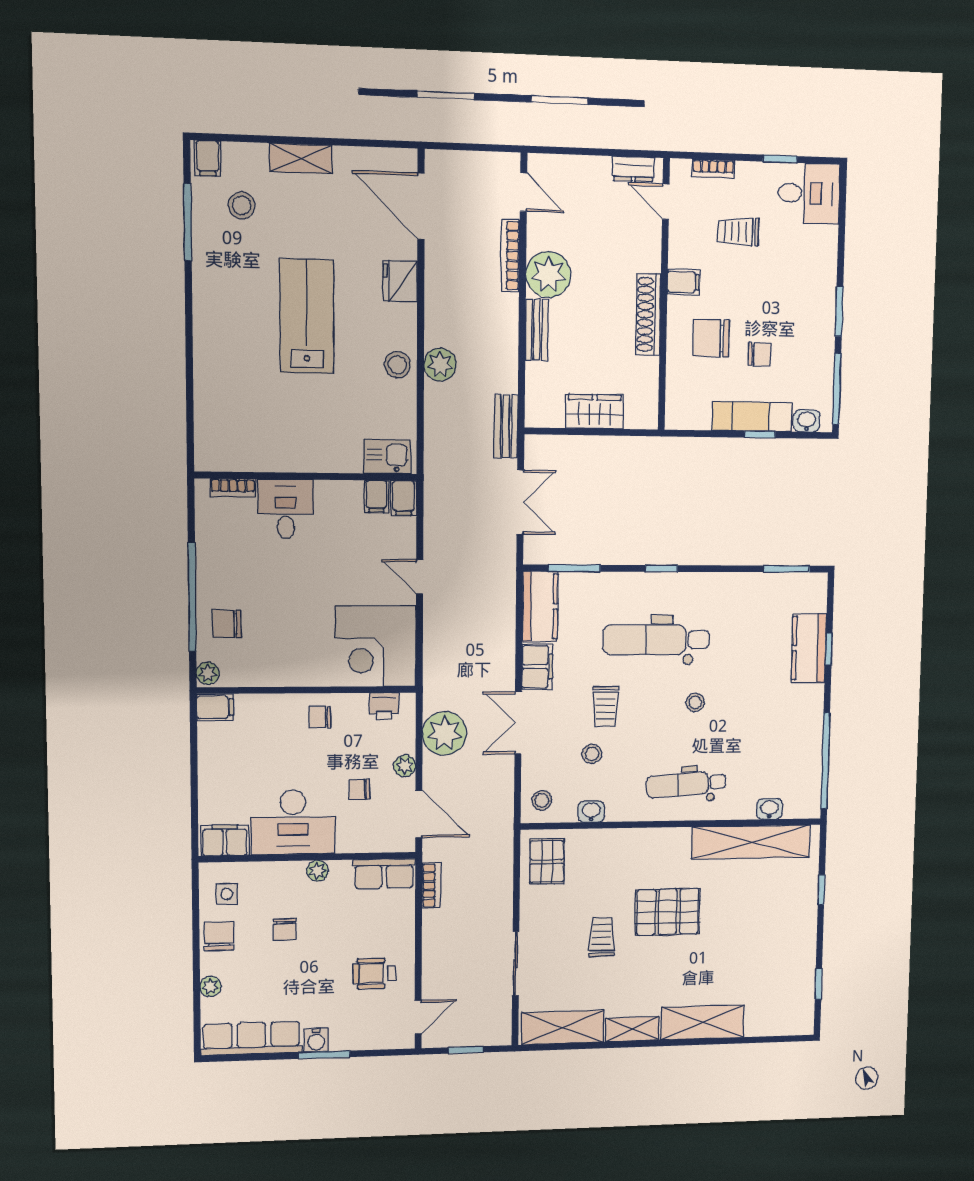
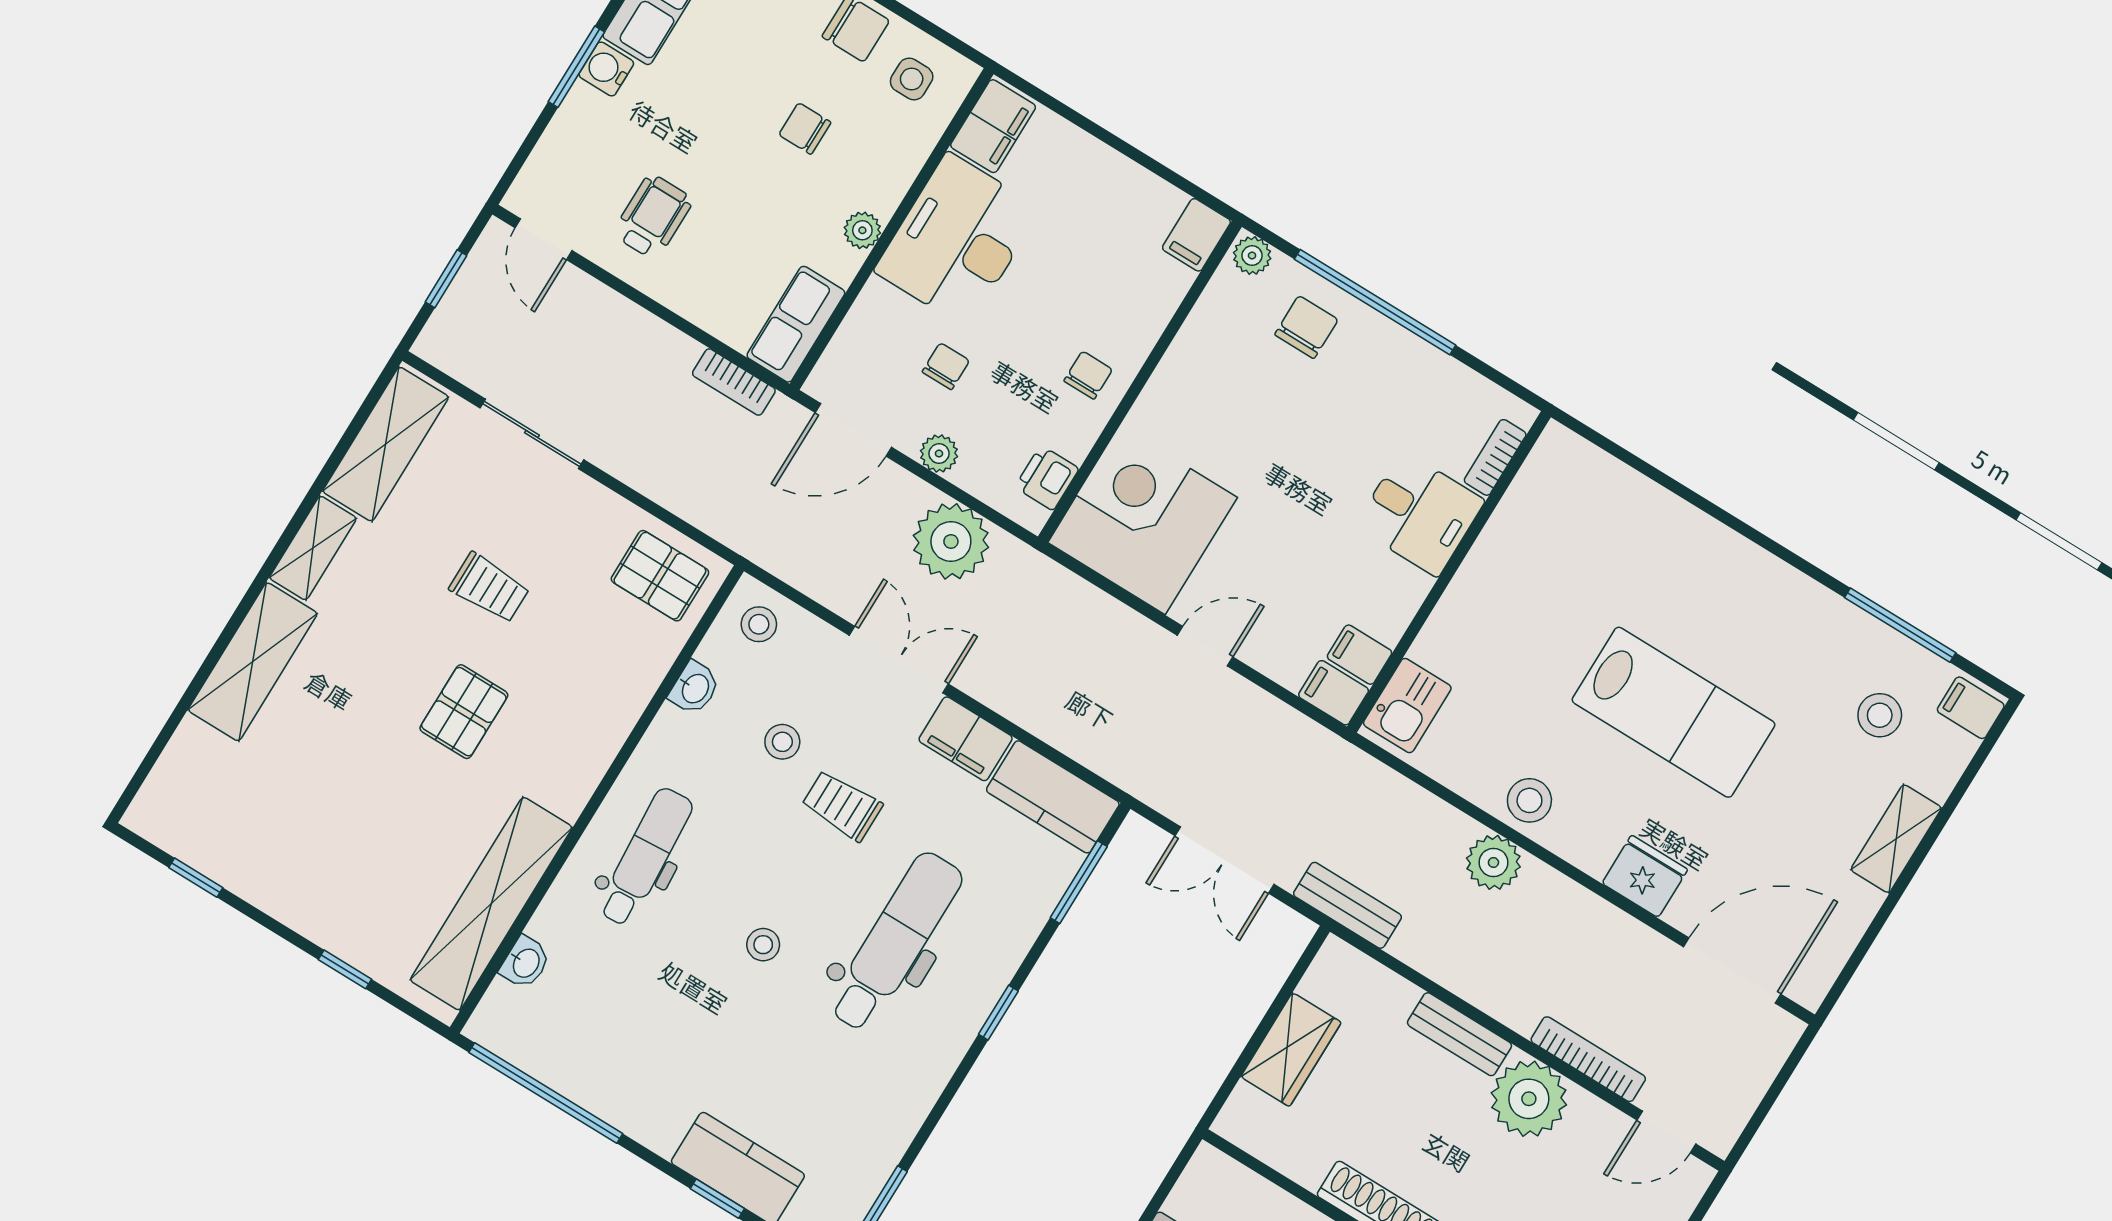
pallet: (668, 912) -> (464, 712), width x0.67, depth x0.71

